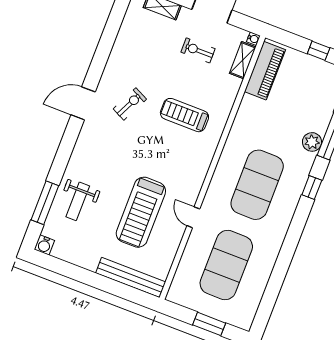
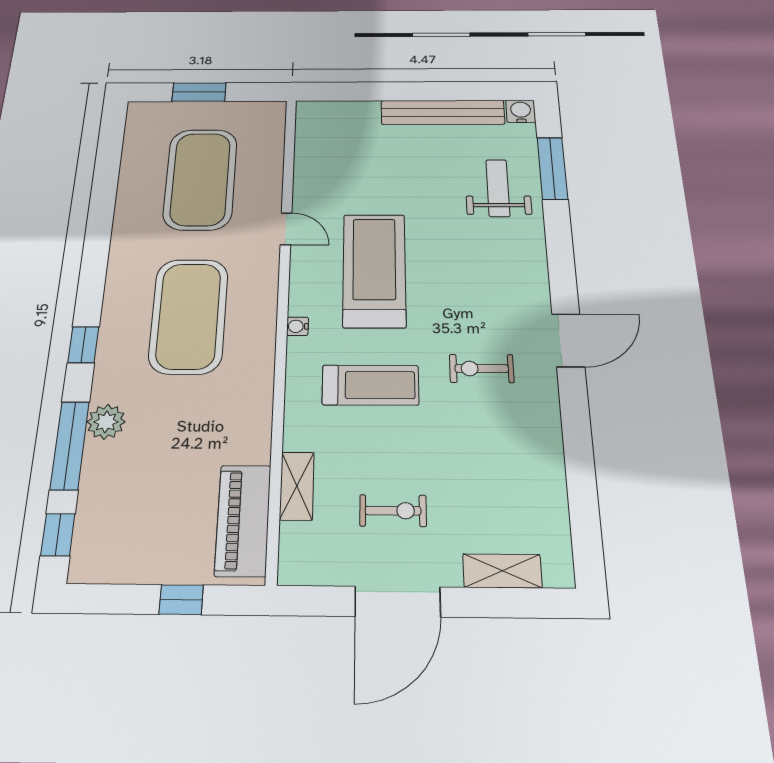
water cooler: (253, 39) -> (297, 326), moved
window: (319, 51) -> (181, 600), moved
shelving: (243, 60) -> (297, 486), moved
exercise bike: (130, 104) -> (482, 369), turned 64
treadmill: (141, 212) -> (374, 270), moved
bench: (131, 277) -> (443, 112), moved

